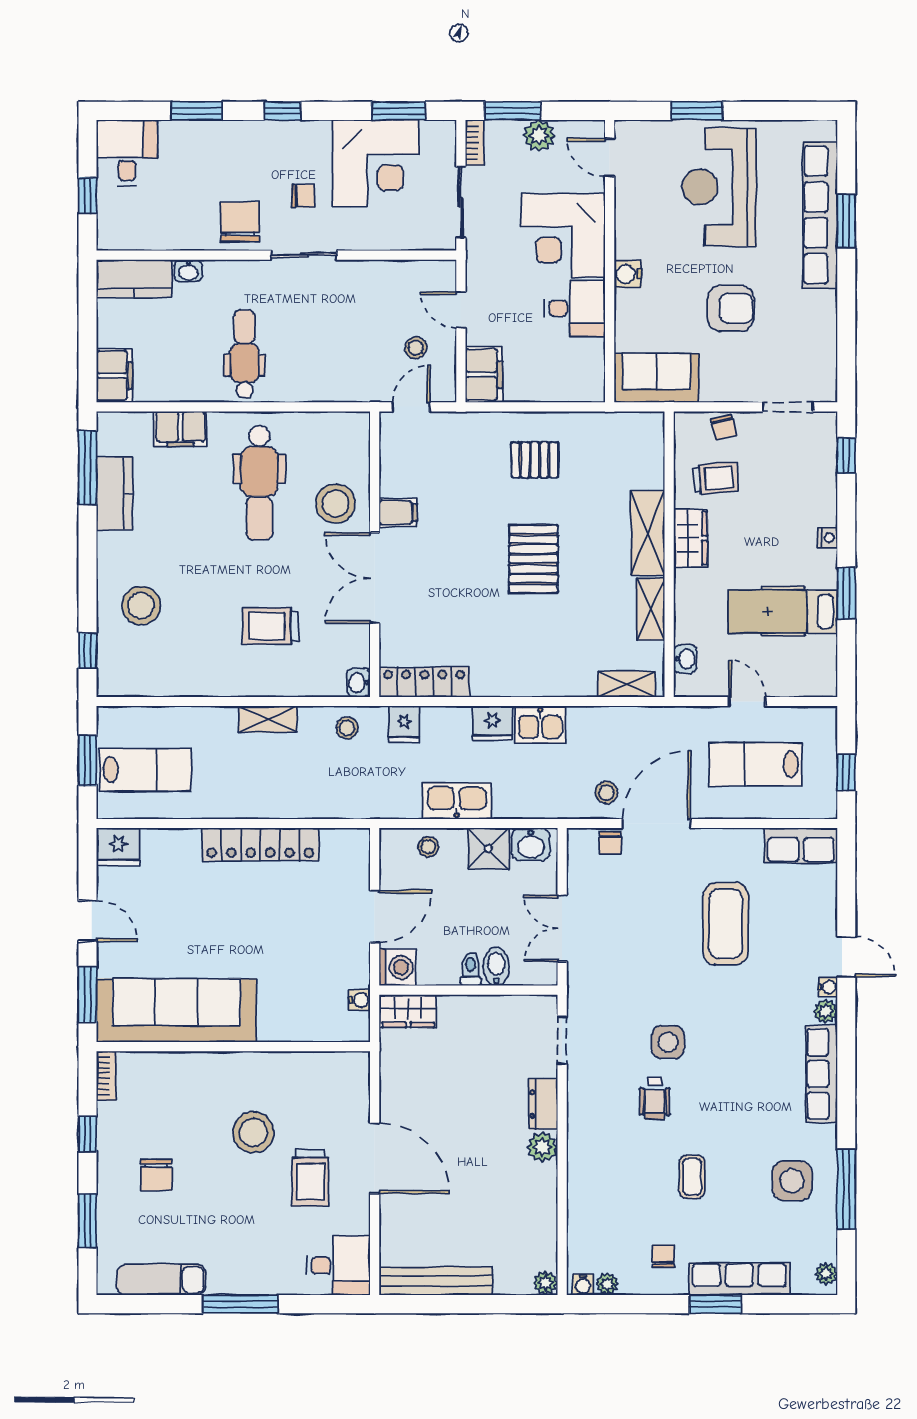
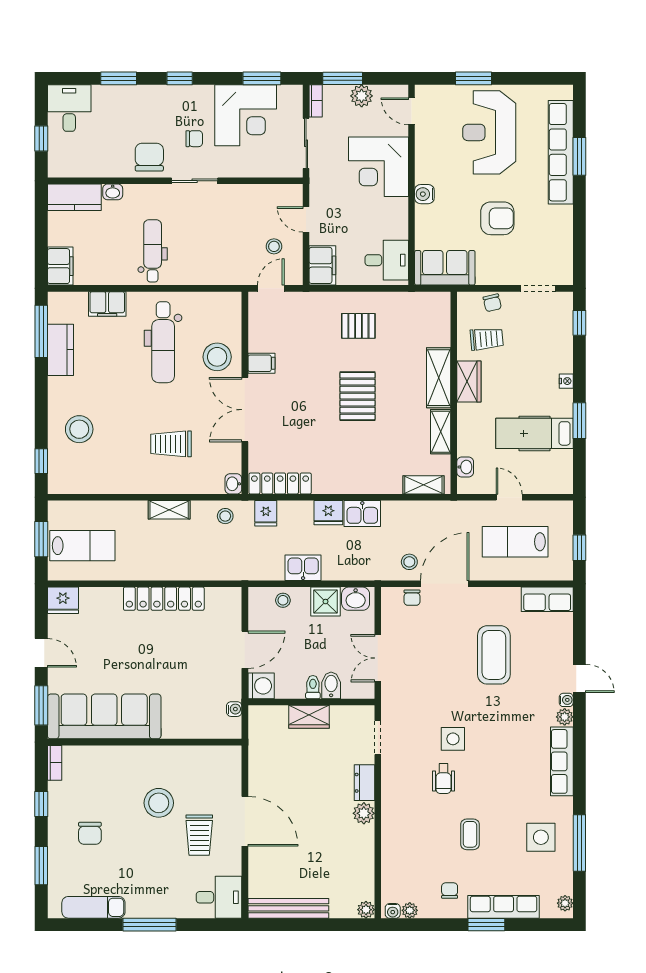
desk: (575, 308) -> (387, 260), moved
kitchen sink: (457, 801) -> (303, 568), width x0.73
wardrobe: (408, 1011) -> (309, 717), moved

